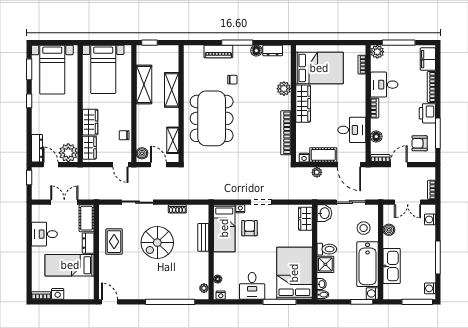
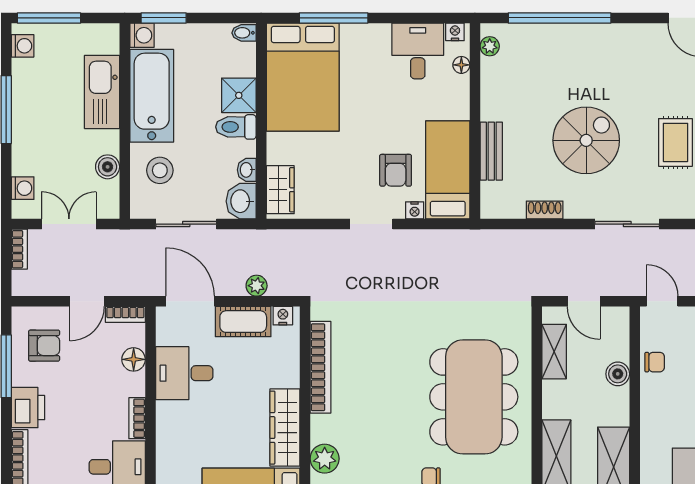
boiler: (142, 153) -> (618, 374), moved
washbasin: (322, 284) -> (247, 170), moved
desk: (252, 286) -> (418, 51), moved

